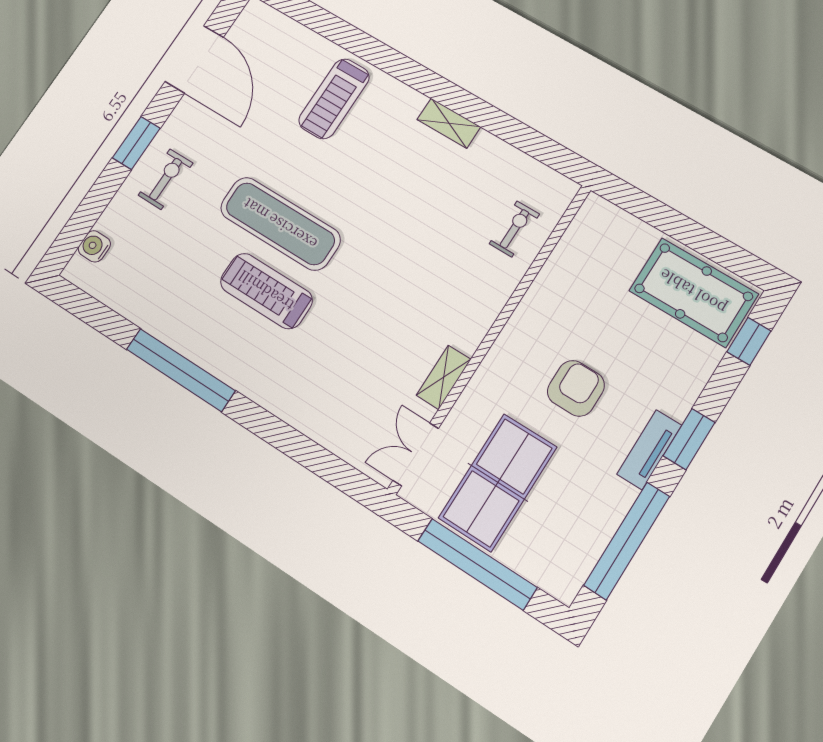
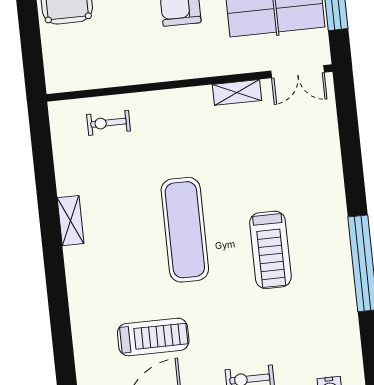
treadmill: (334, 99) -> (153, 337), moved
exercise mat: (280, 224) -> (185, 230), moved

